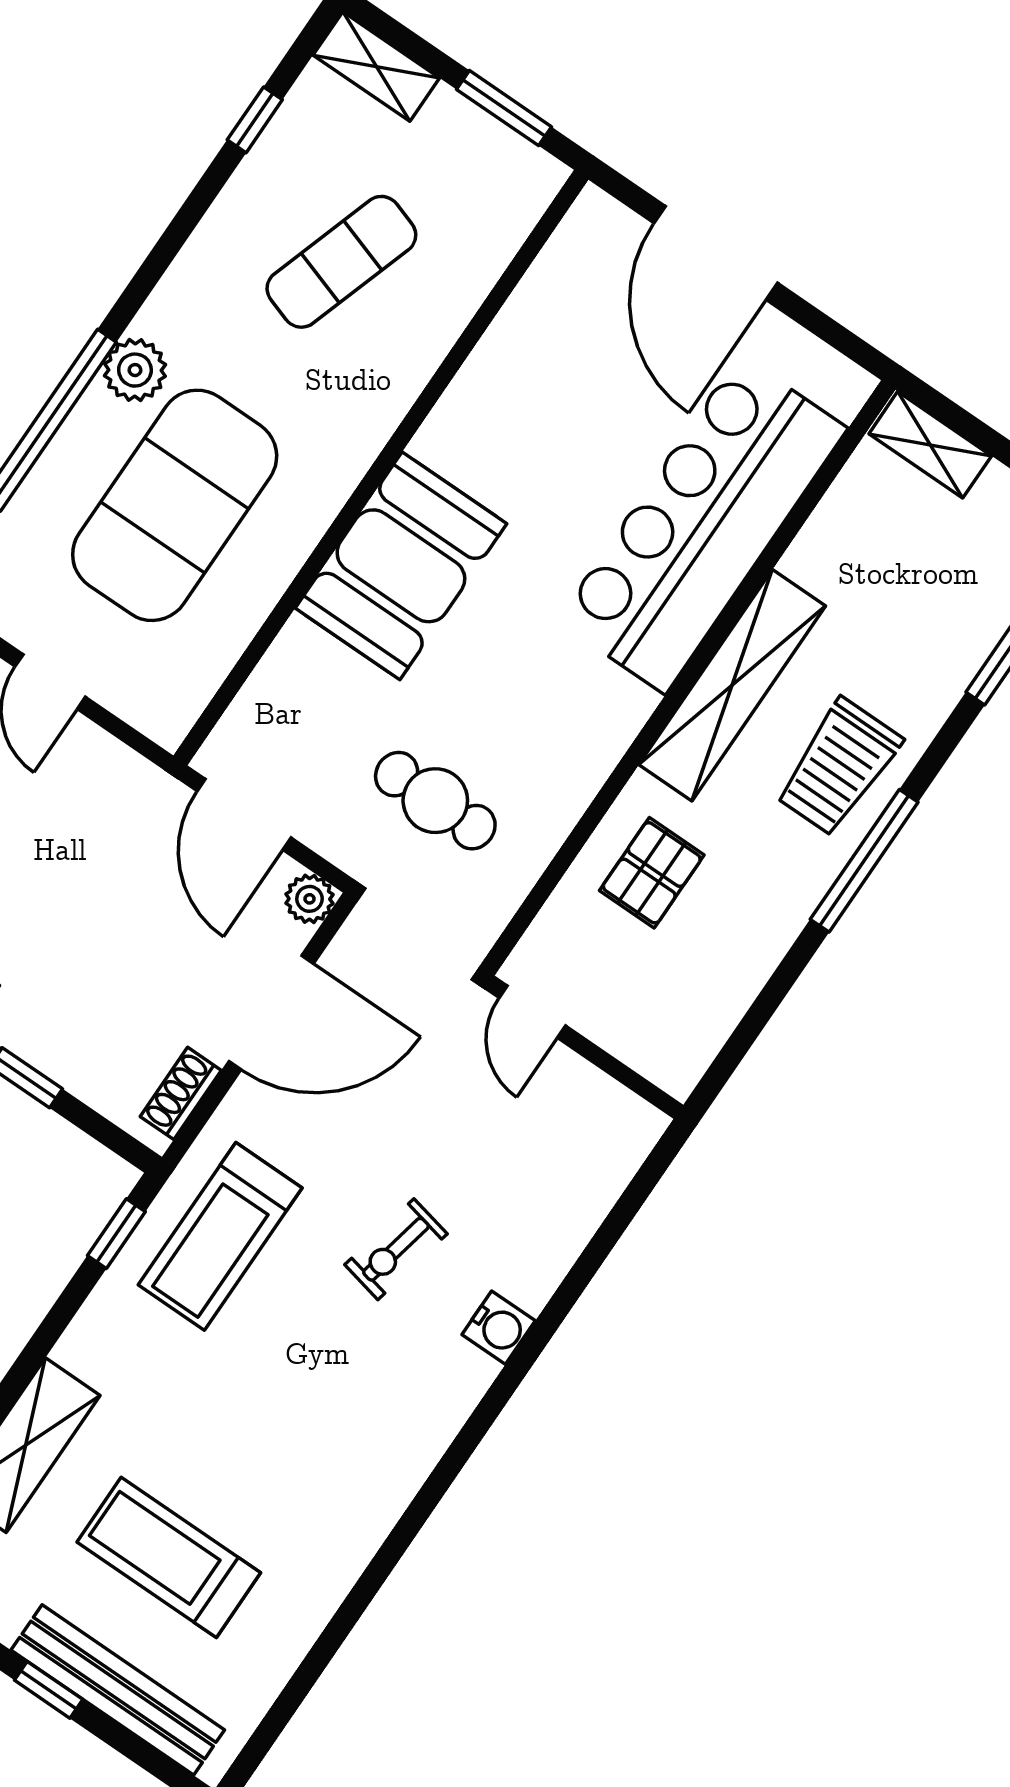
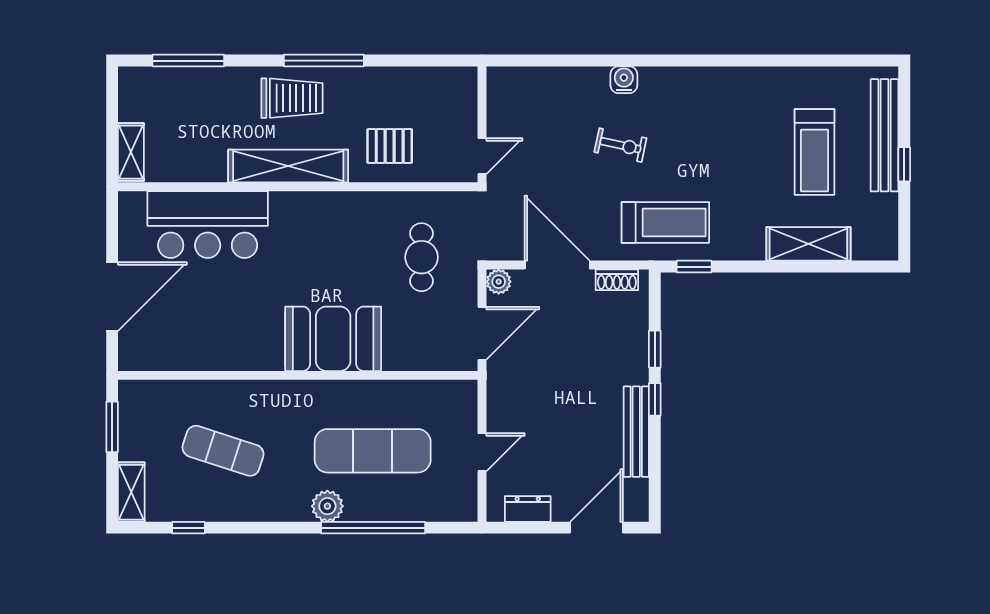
exercise mat: (175, 505) -> (373, 451), width x0.68
bar counter: (702, 524) -> (208, 225), width x0.73

